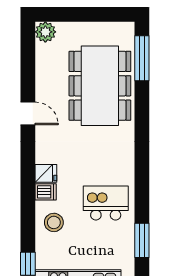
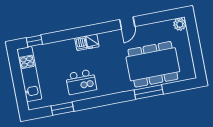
window: (142, 58) -> (149, 92), moved
kitchen island: (106, 203) -> (81, 82), turned 90
stool: (54, 222) -> (63, 52), removed

